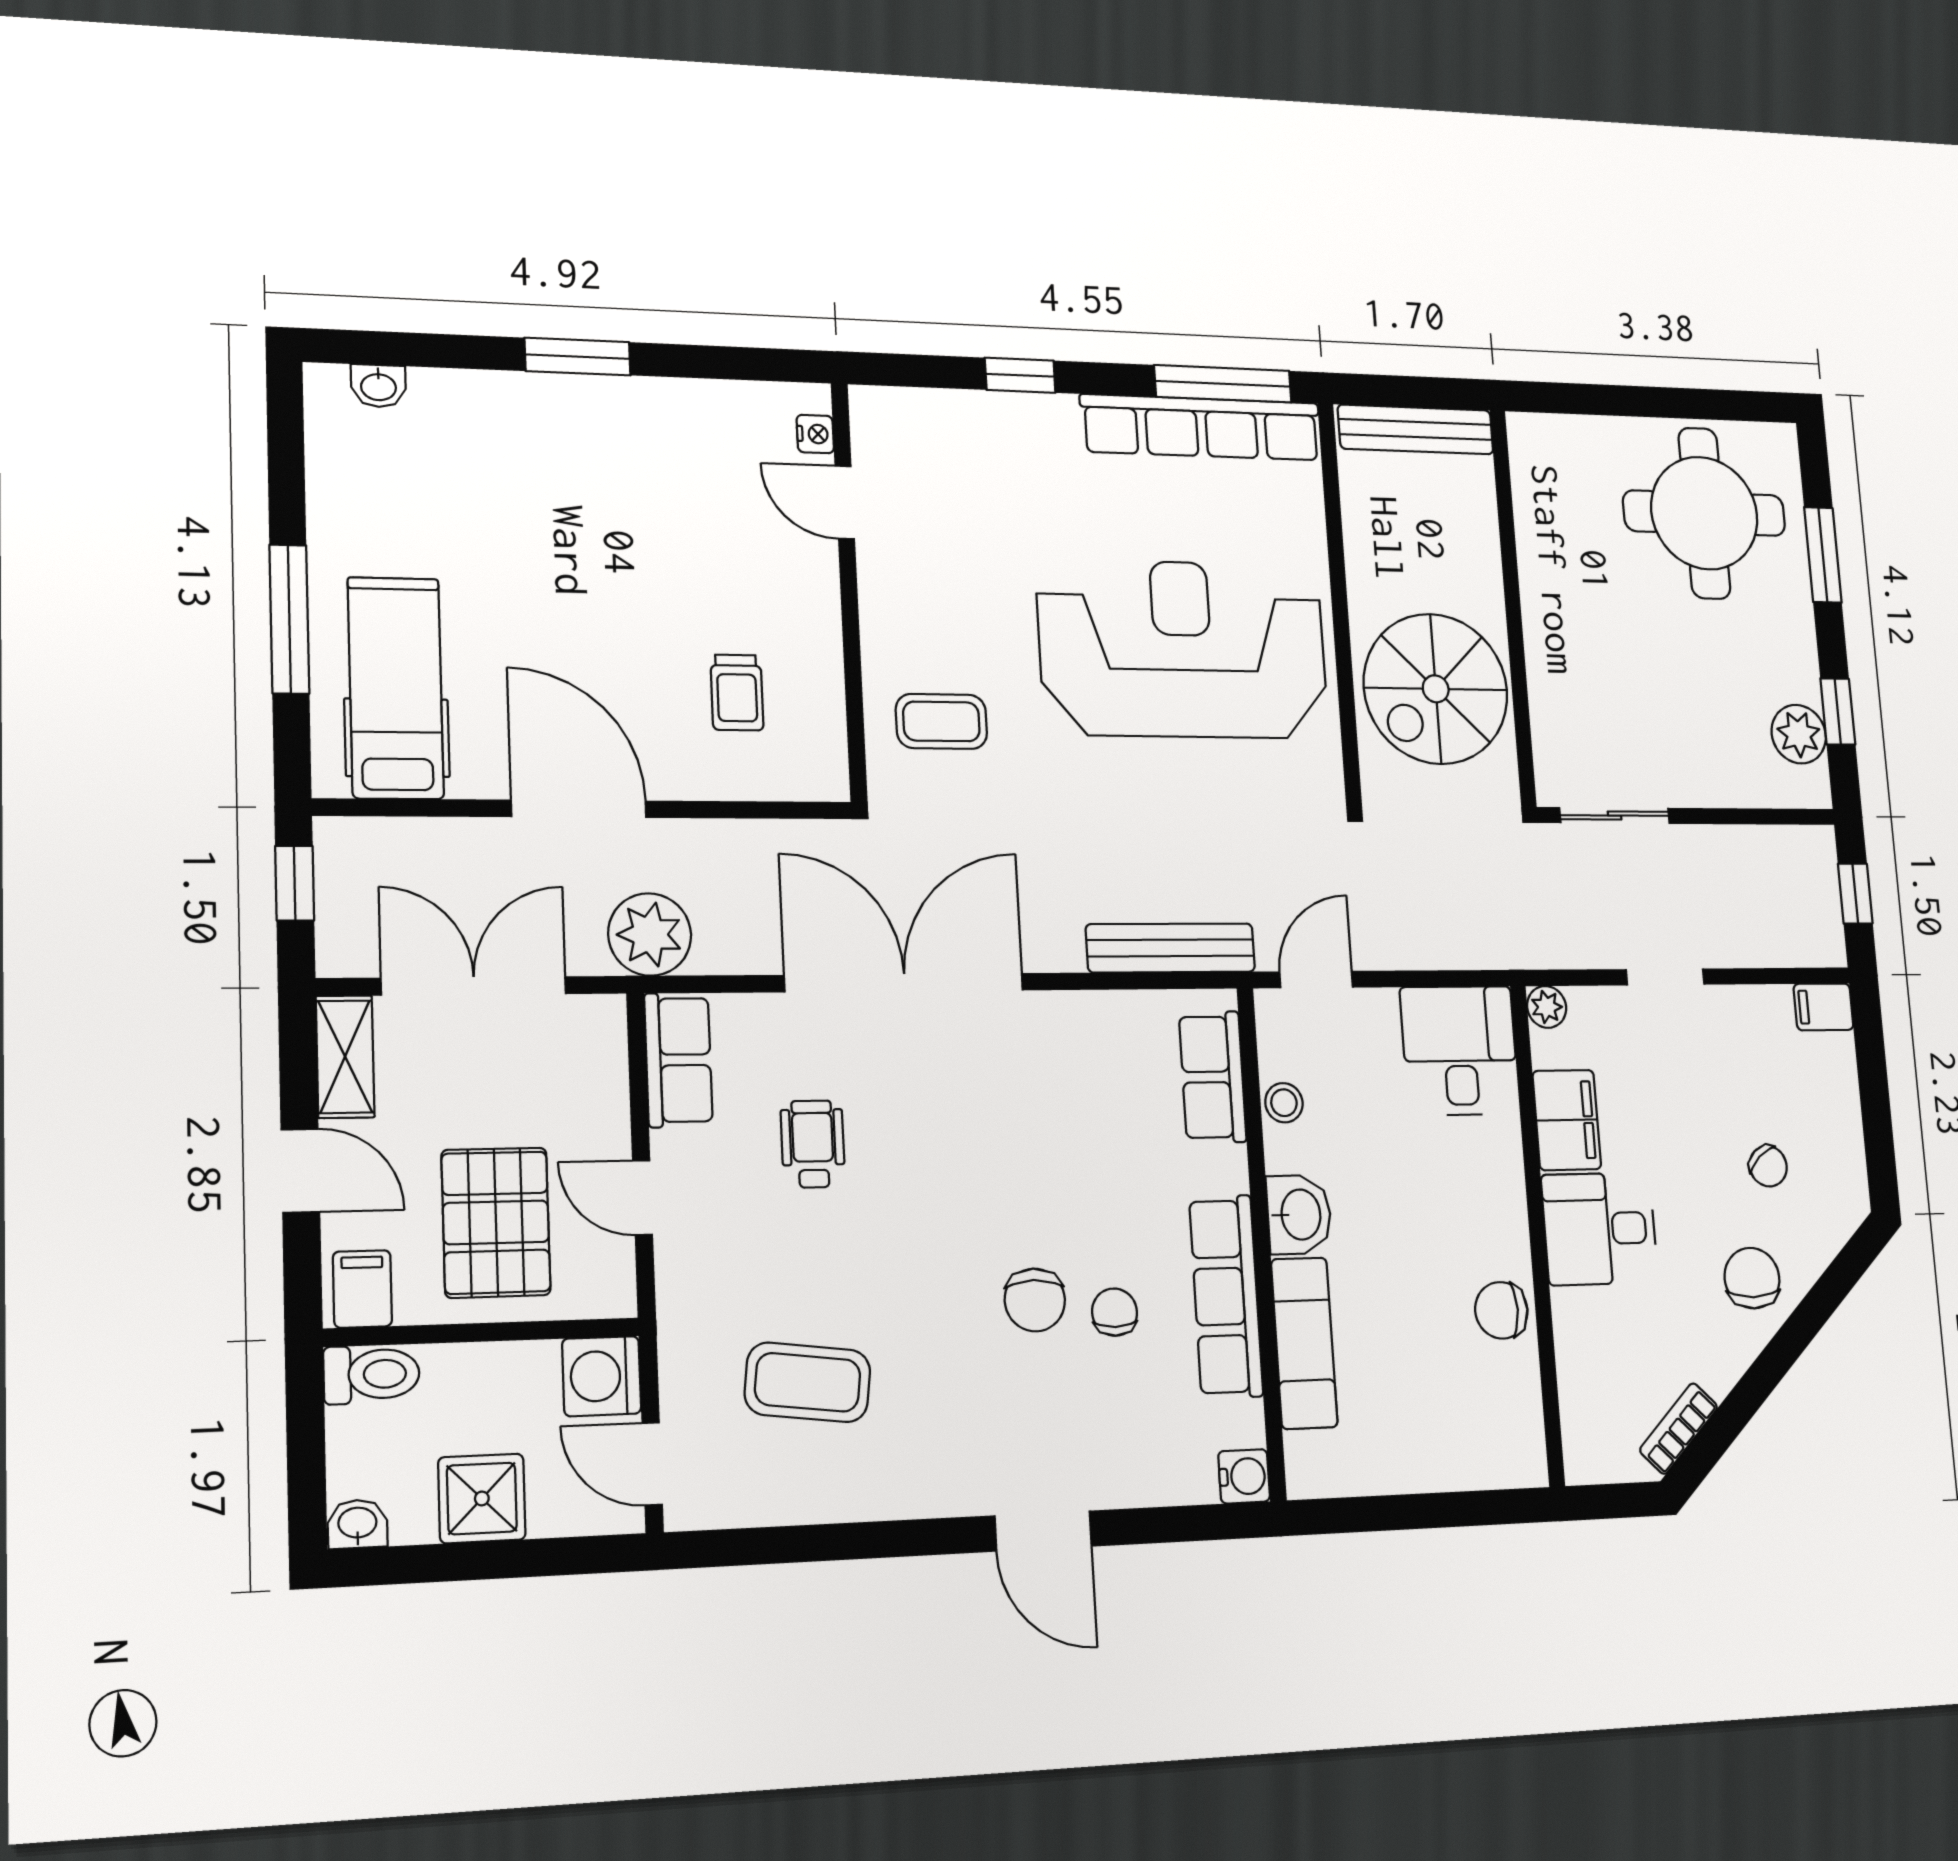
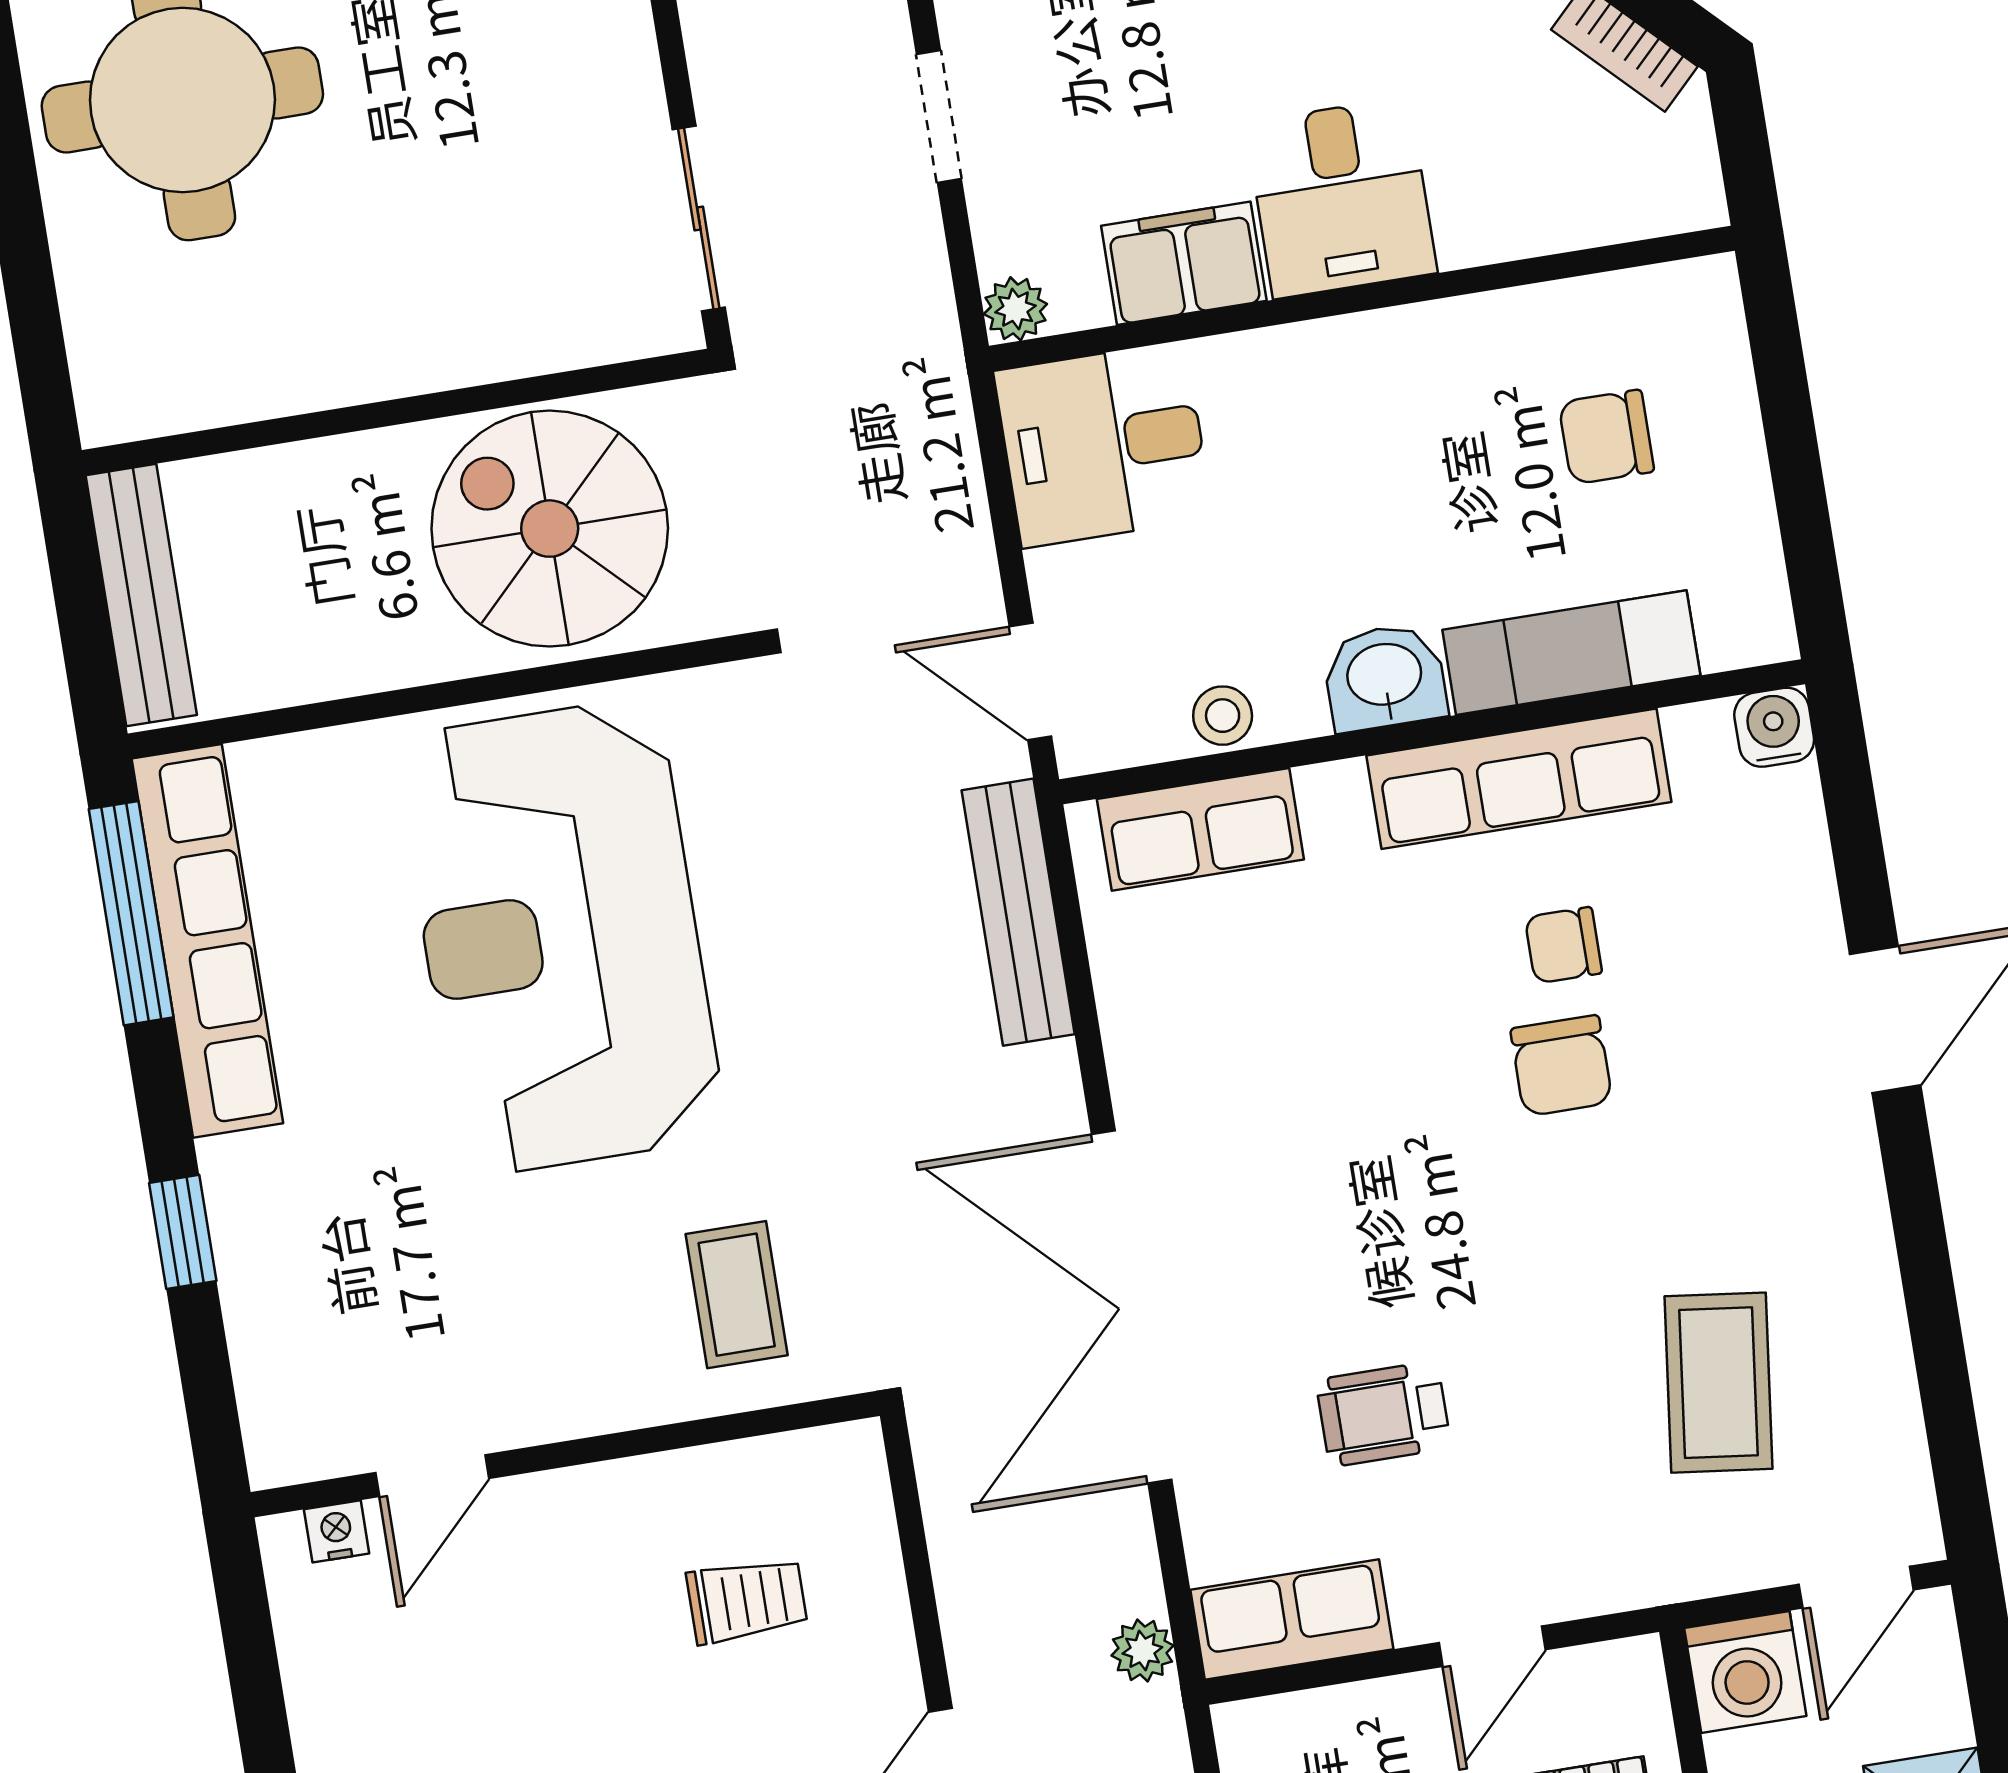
spiral stairs: (1436, 689) -> (550, 529), turned 180
plant: (650, 934) -> (1142, 1650), width x0.53, depth x0.53
chair: (1035, 1300) -> (1561, 1066), turned 90
chair: (1501, 1310) -> (1606, 437), moved, turned 90

